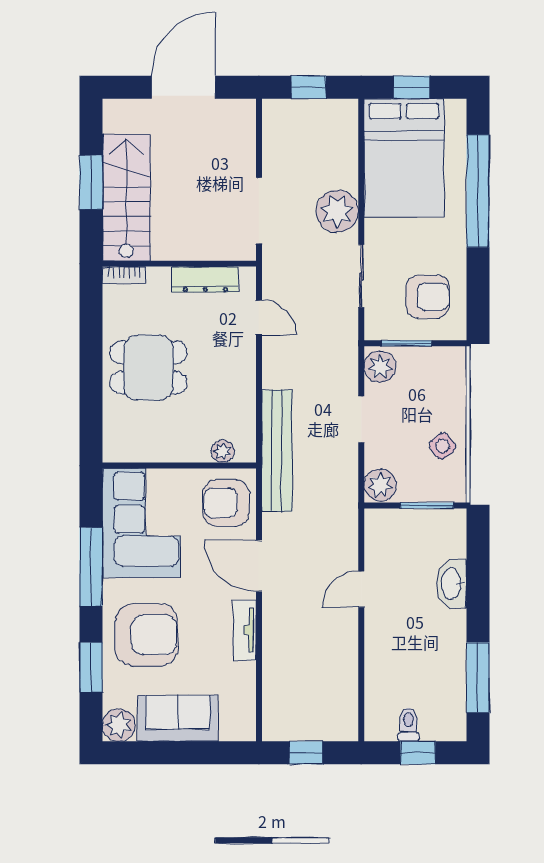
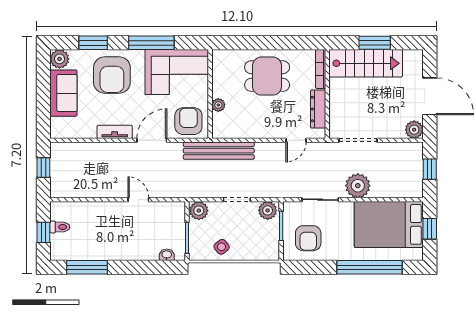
plant: (241, 114) -> (414, 130), added
bookcase: (124, 275) -> (321, 69), width x1.56
dining table: (148, 368) -> (267, 76), turned 90
plant: (223, 451) -> (218, 105), moved
washbasin: (452, 584) -> (167, 255), moved, width x0.52, depth x0.69

